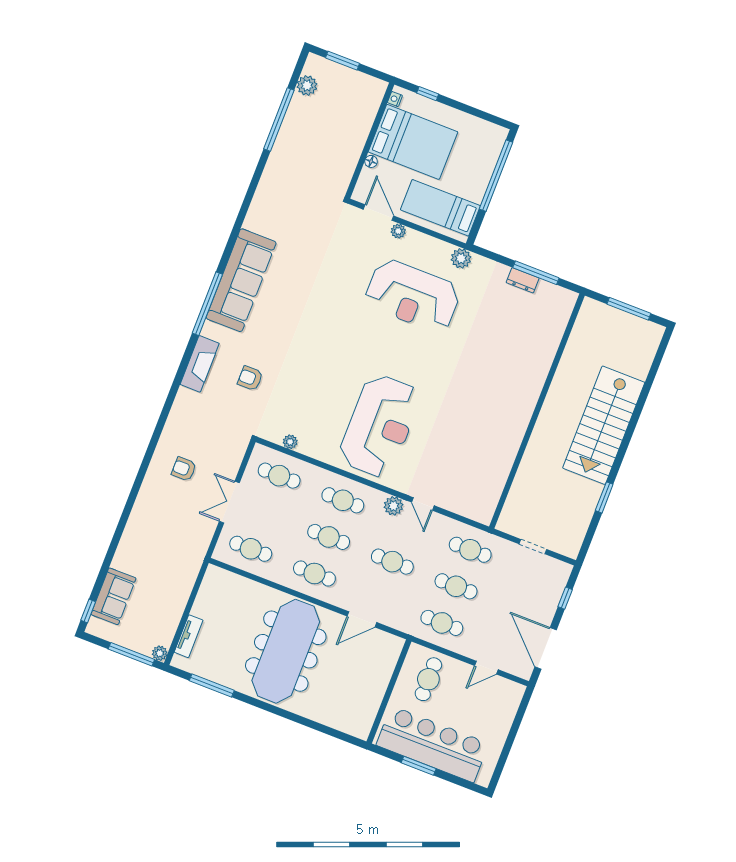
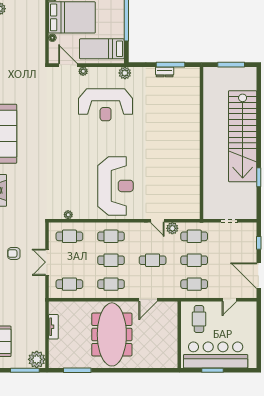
armchair: (250, 378) -> (32, 187), removed
stairs: (604, 425) -> (243, 136), width x1.36
plant: (393, 506) -> (172, 228), moved
tv unit: (189, 636) -> (53, 327), moved
plant: (160, 653) -> (37, 359), width x1.88, depth x1.88

